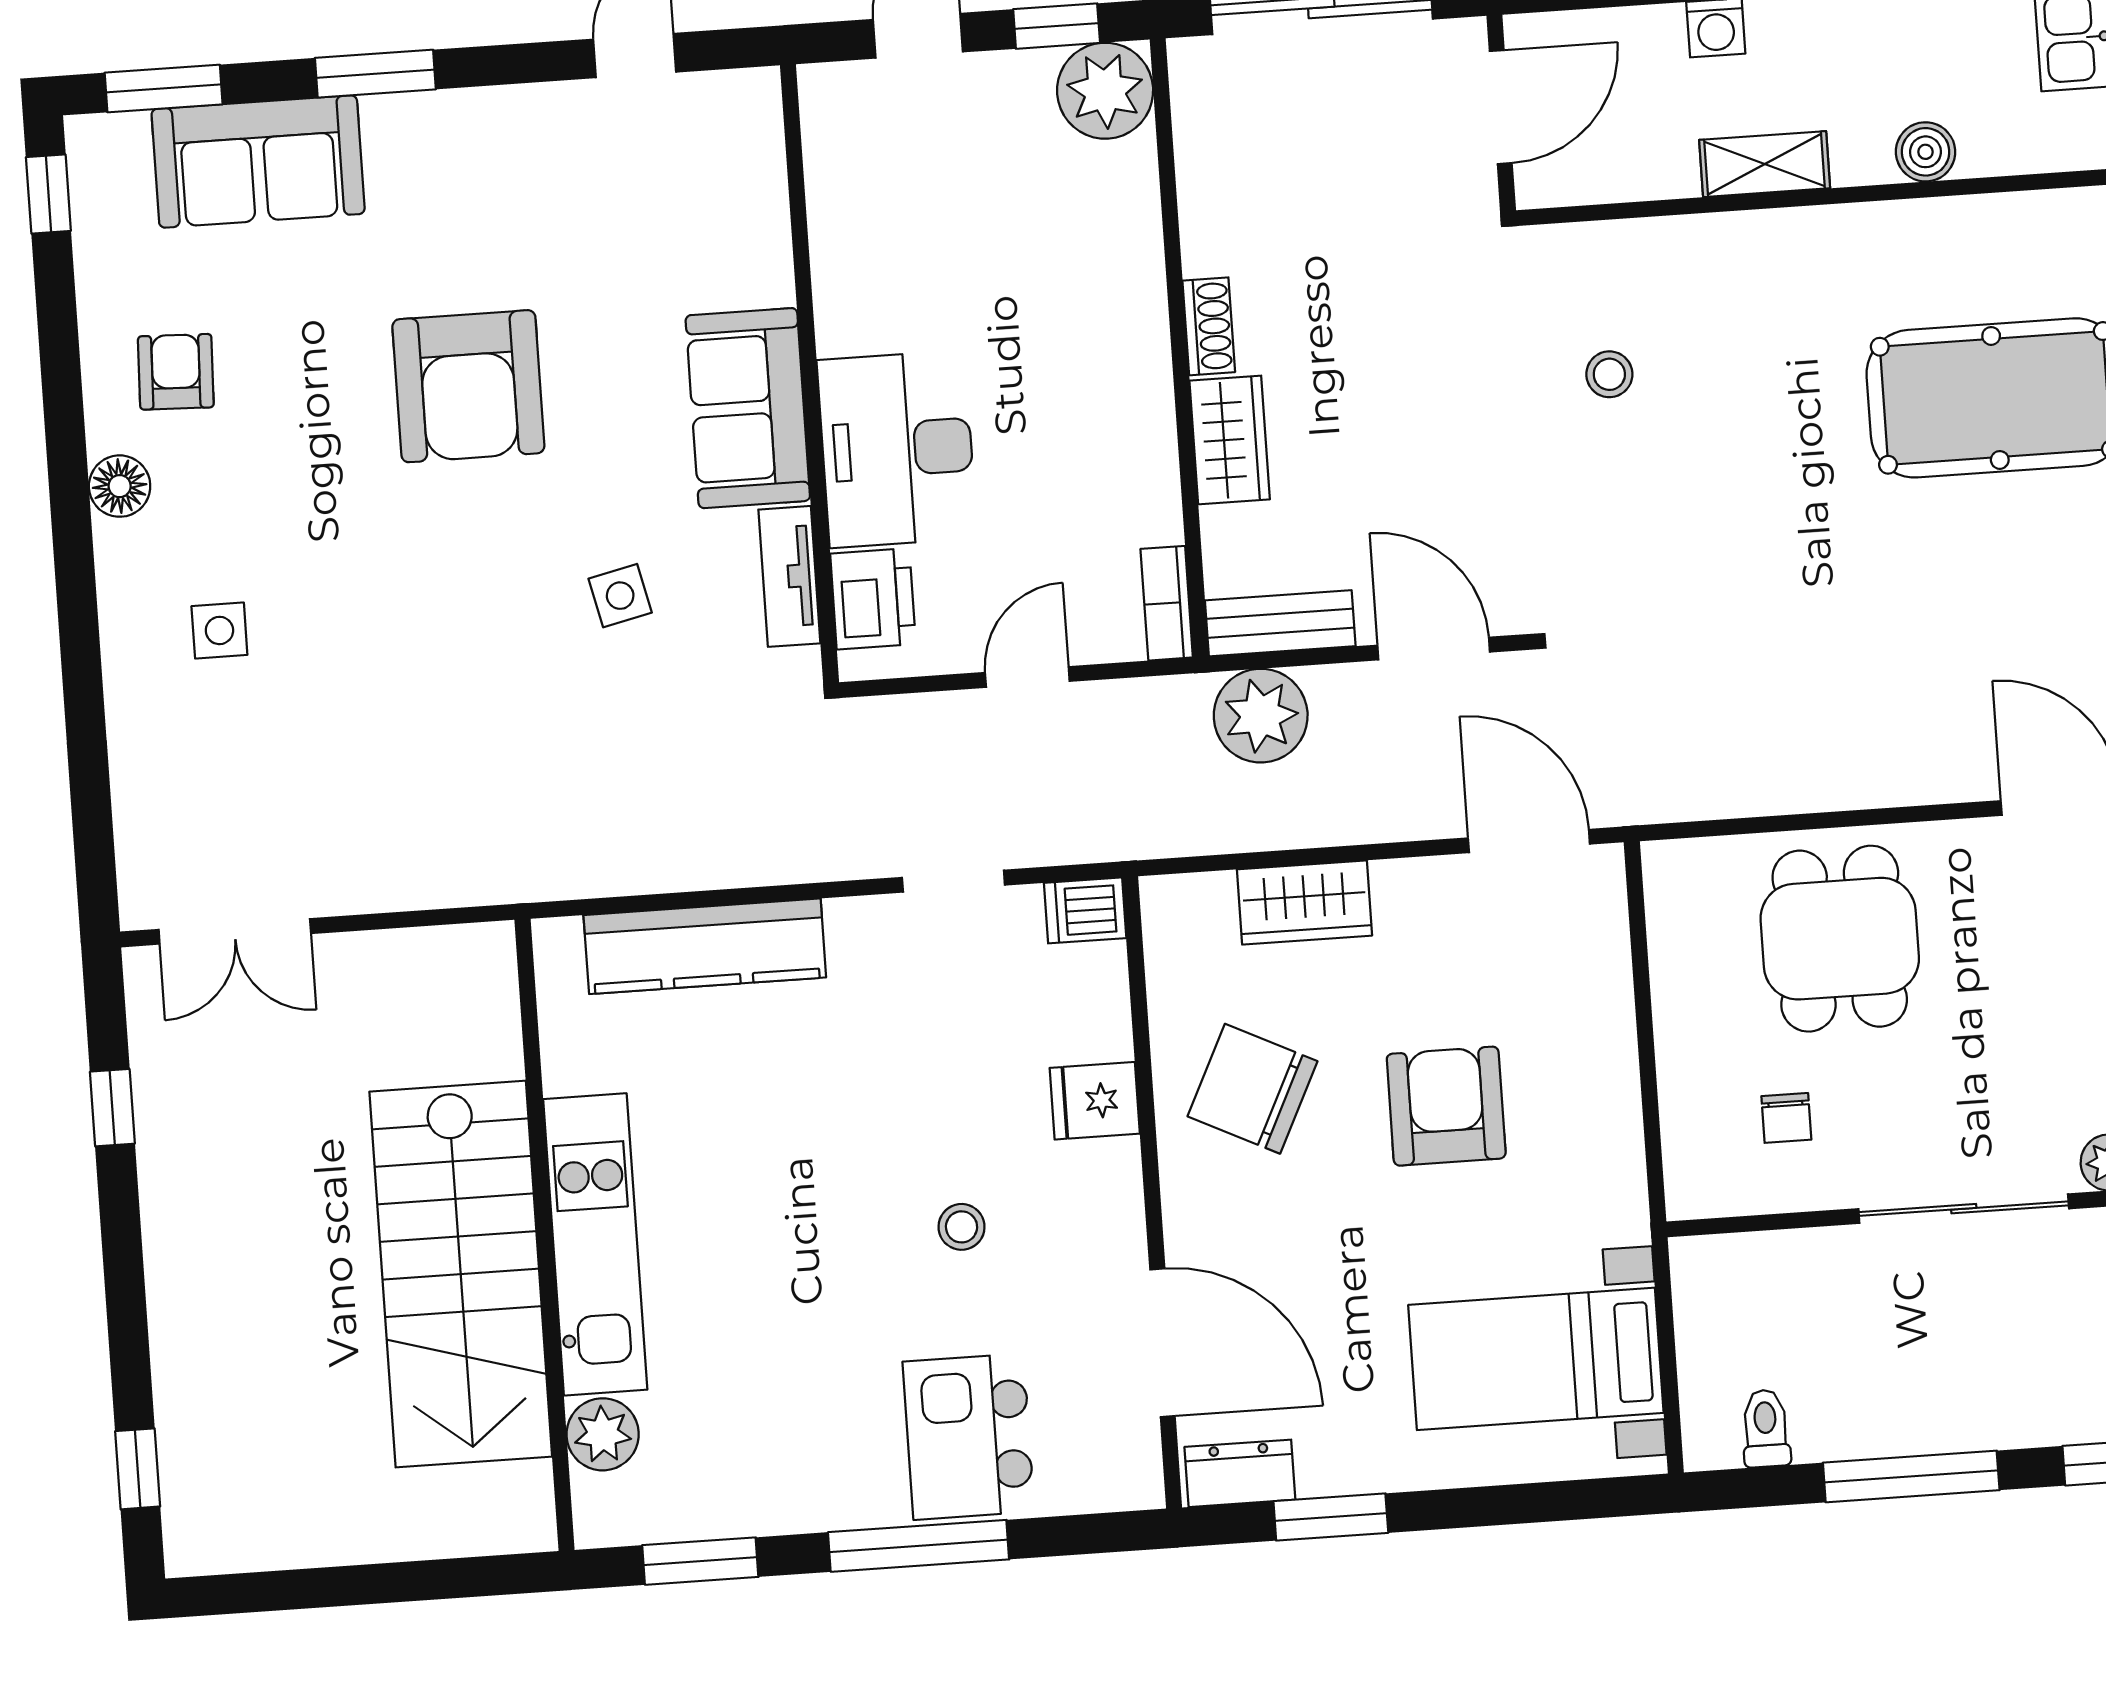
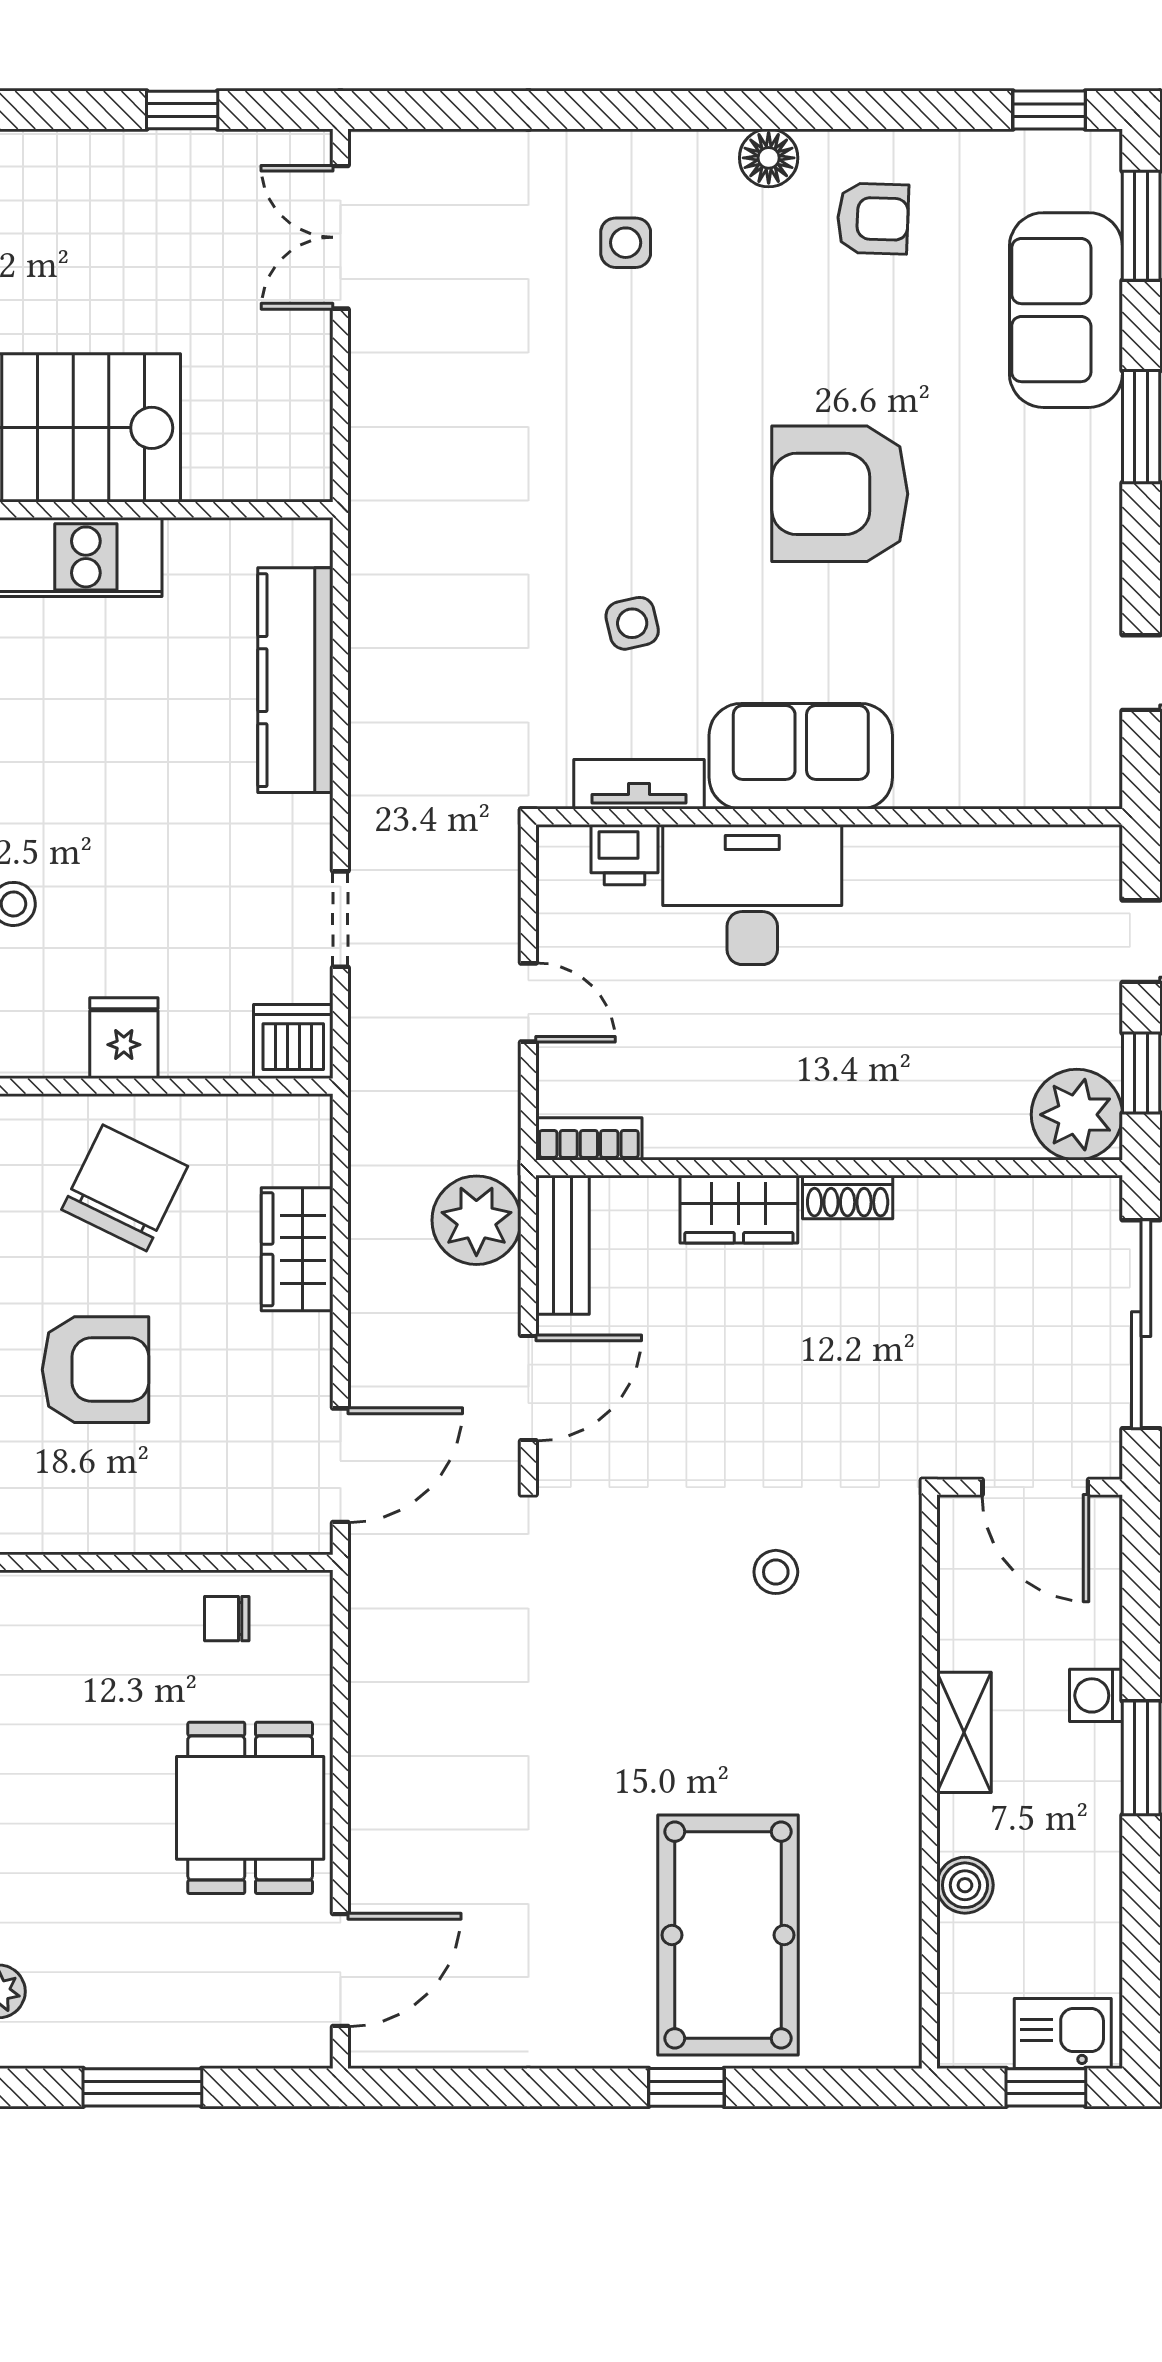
printer: (873, 599) -> (624, 855), width x0.73, depth x0.81
dishwasher: (1085, 910) -> (293, 1042), width x1.38
dining table: (1840, 939) -> (250, 1808), moved, turned 90
chair: (1786, 1118) -> (227, 1619), moved

